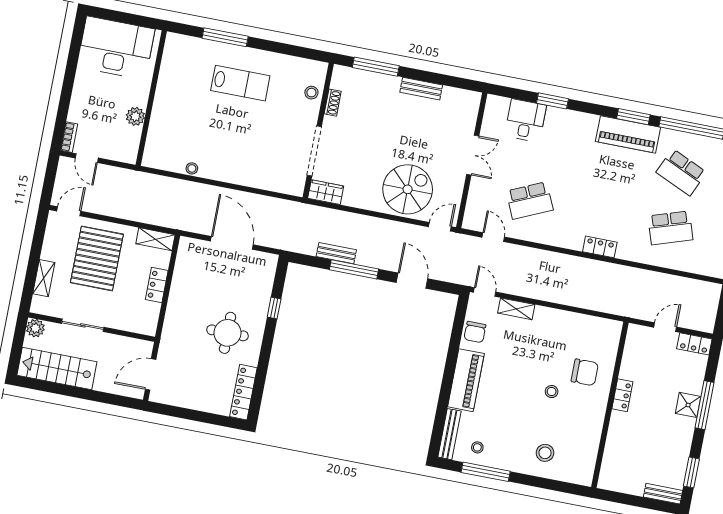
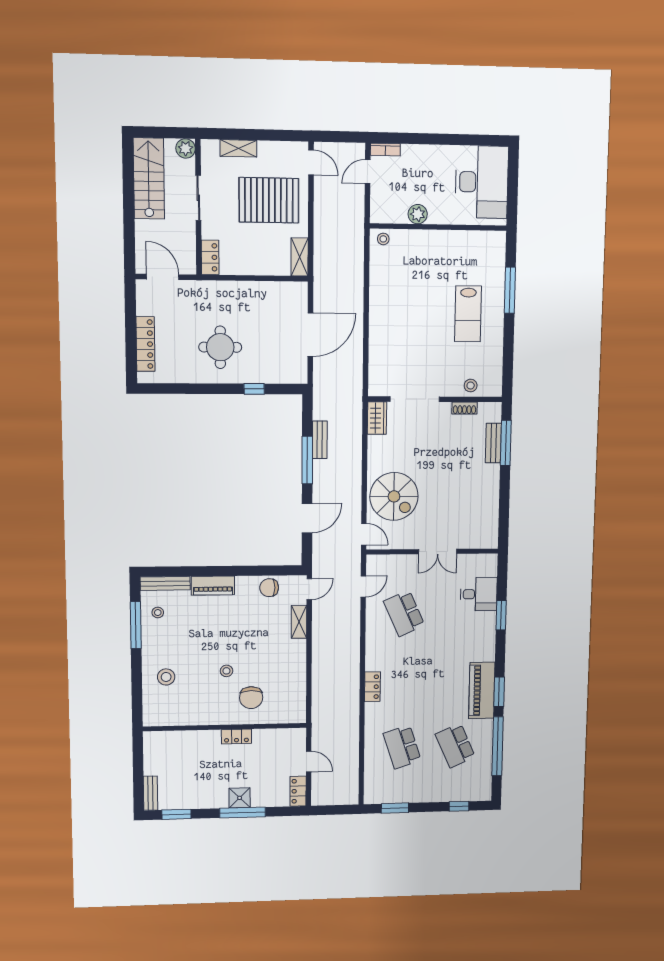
bench: (421, 89) -> (493, 443), moved
stool: (192, 168) -> (383, 239), moved
school desk: (681, 172) -> (455, 746), turned -48
locker: (157, 285) -> (210, 257), moved, turned 90
piano: (466, 380) -> (213, 586), width x0.73, depth x0.75
locker: (243, 392) -> (145, 344), moved, turned 90

